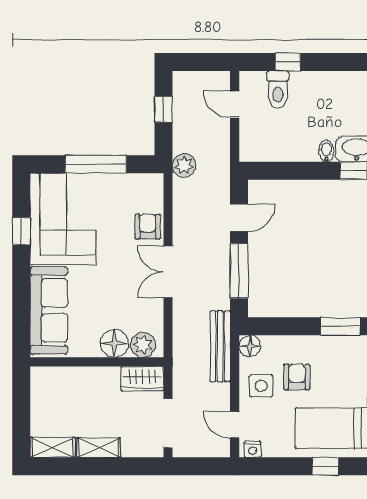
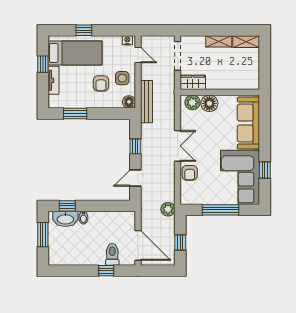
door: (235, 104) -> (138, 245), width x1.88
window: (239, 271) -> (135, 146), width x0.46

